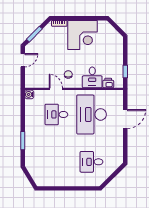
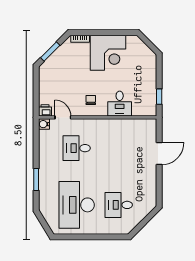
door: (23, 60) -> (36, 83), removed
printer: (108, 83) -> (45, 110), moved
door: (56, 89) -> (63, 117), moved
desk: (92, 114) -> (77, 205), moved

